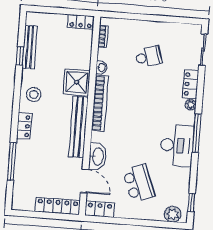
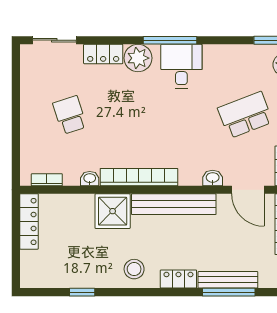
locker: (81, 22) -> (29, 221), width x1.53
bench: (30, 47) -> (228, 280), moved
plant: (191, 105) -> (138, 58), width x1.88, depth x1.88
desk: (177, 145) -> (181, 66), width x0.73
washbasin: (98, 156) -> (213, 178), width x0.52, depth x0.69
door: (85, 181) -> (248, 190), swing flipped

